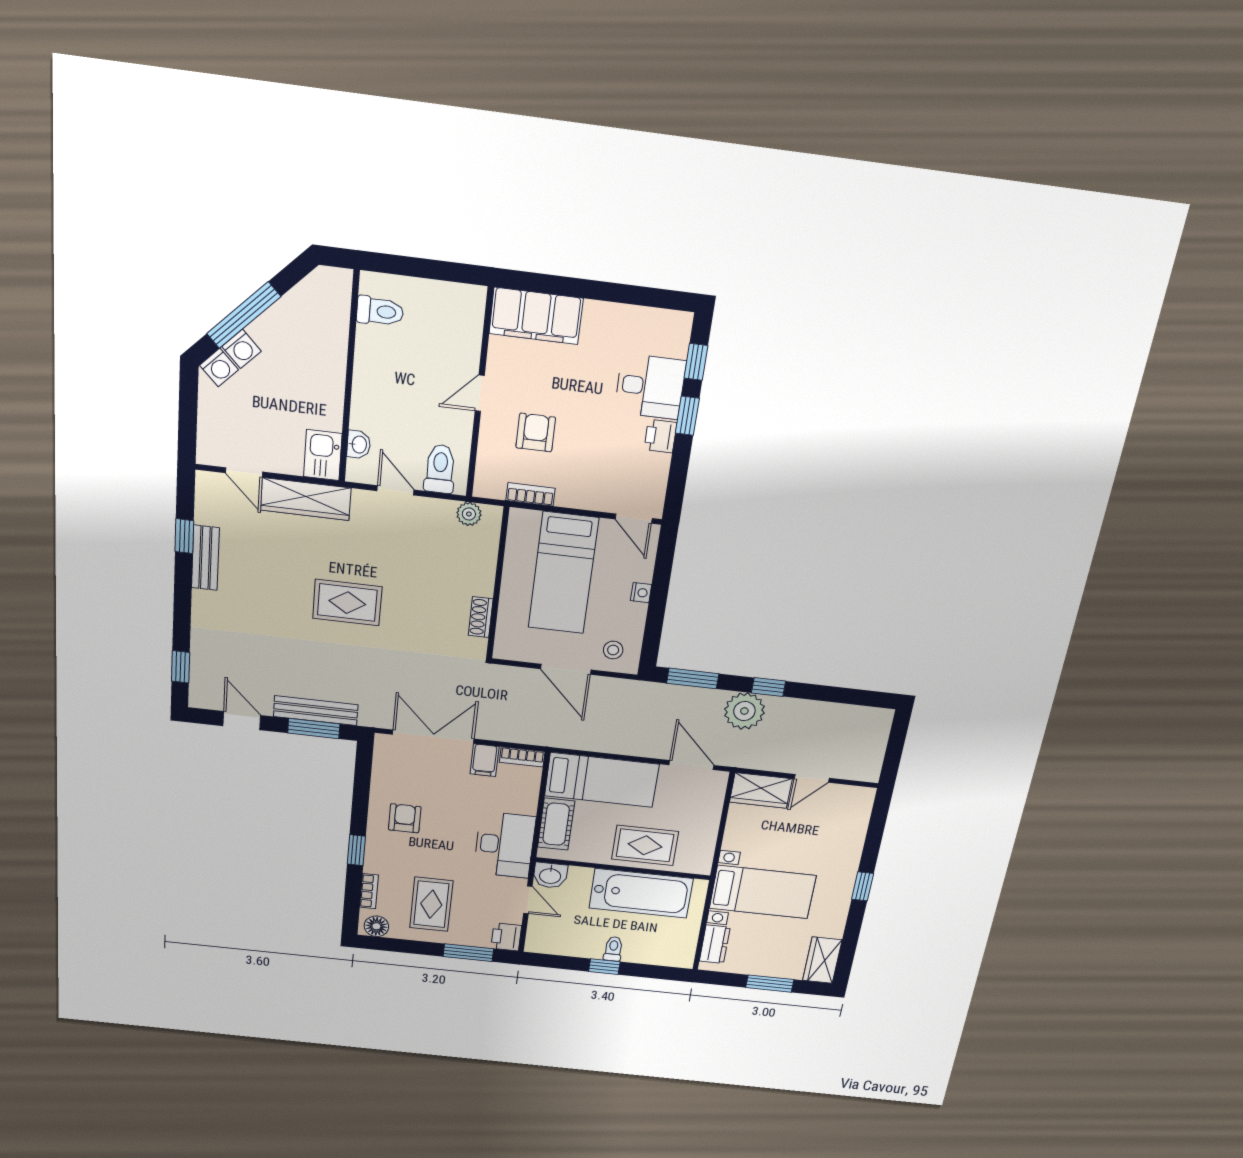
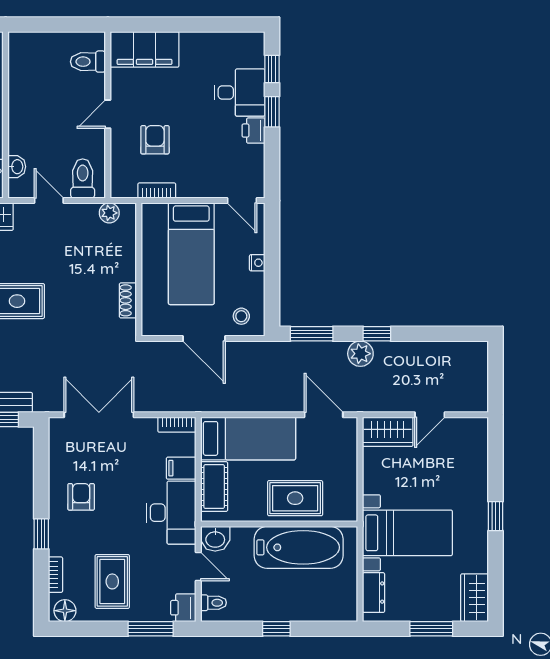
toilet: (380, 311) -> (88, 62), moved, turned 180
plant: (744, 711) -> (360, 354), width x0.73, depth x0.73
filing cabinet: (485, 760) -> (181, 468), moved, turned 90
toilet: (613, 949) -> (214, 603), moved, turned 90

